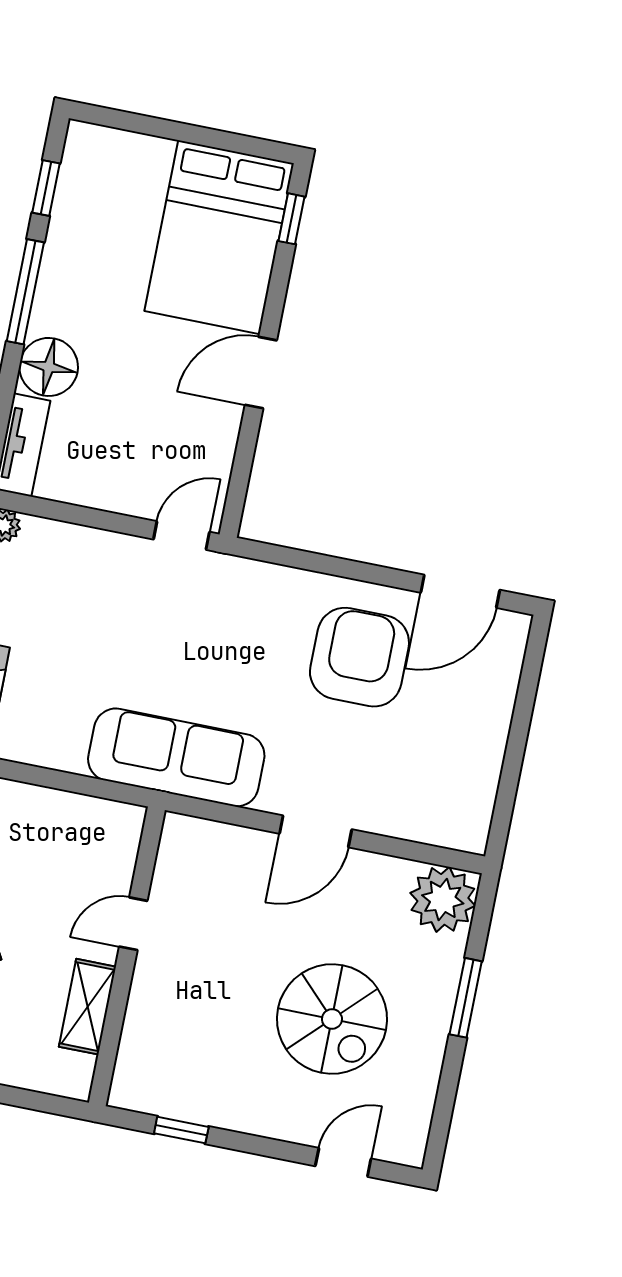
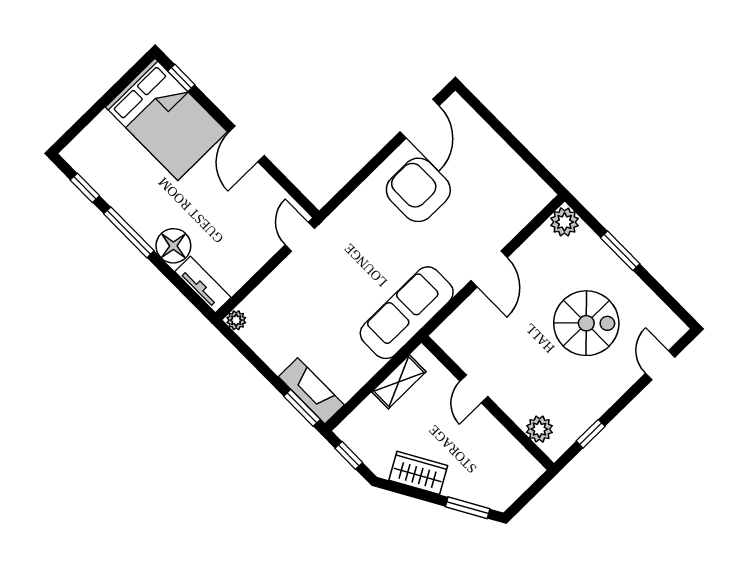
plant: (443, 899) -> (565, 222), width x0.73, depth x0.73
shelving: (87, 1007) -> (399, 382), moved, turned 90
plant: (139, 1054) -> (539, 429), added

